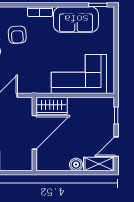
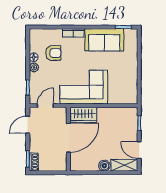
armchair: (17, 35) -> (53, 53), turned -86
corner sofa: (79, 74) -> (84, 87), moved
door: (116, 147) -> (139, 150), hinge flipped

